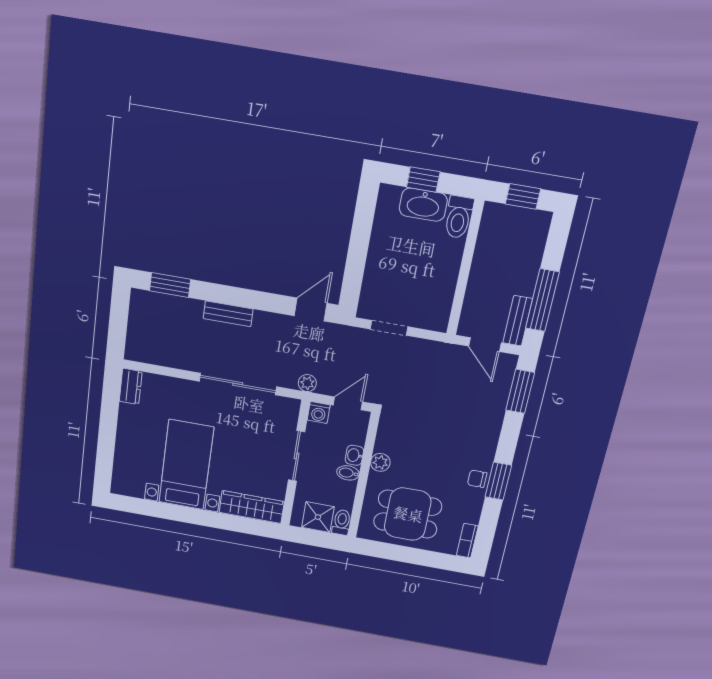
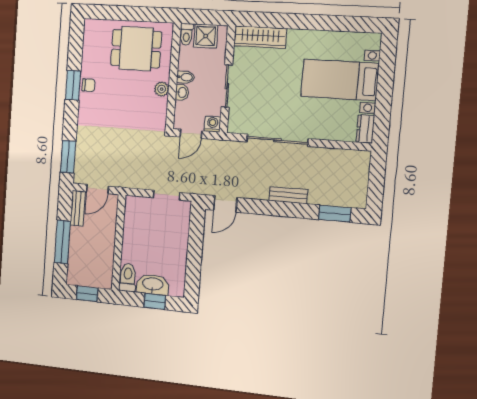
window: (542, 300) -> (62, 242), moved
door: (485, 345) -> (97, 189), swing flipped
plant: (307, 383) -> (223, 147), removed
bed with nightstands: (186, 465) -> (340, 80), moved, turned 90
bookcase: (467, 541) -> (89, 33), removed

